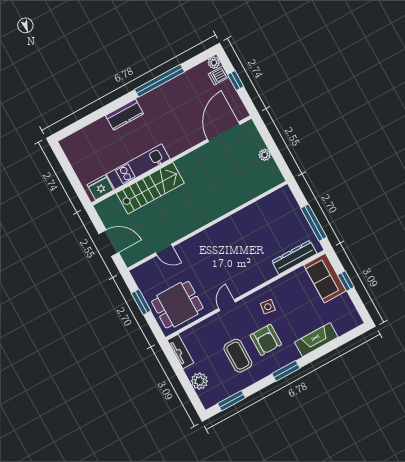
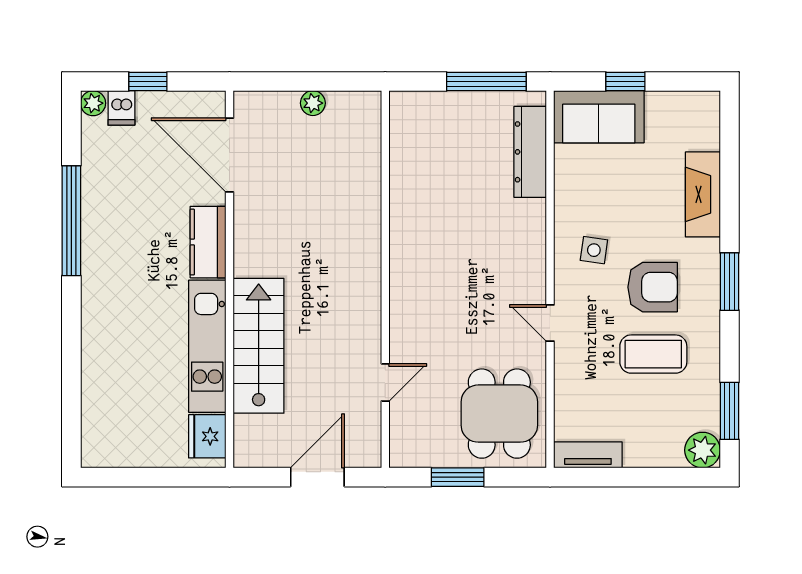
kitchen counter: (124, 115) -> (208, 242), moved, turned 180
plant: (199, 381) -> (703, 450), moved

